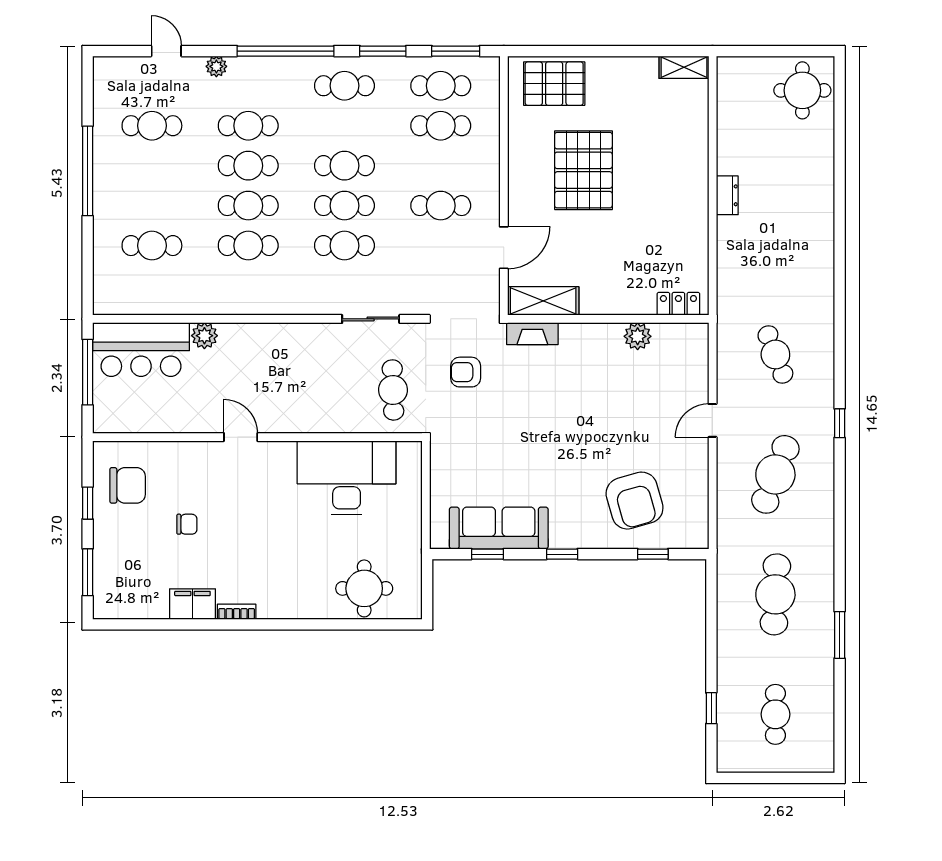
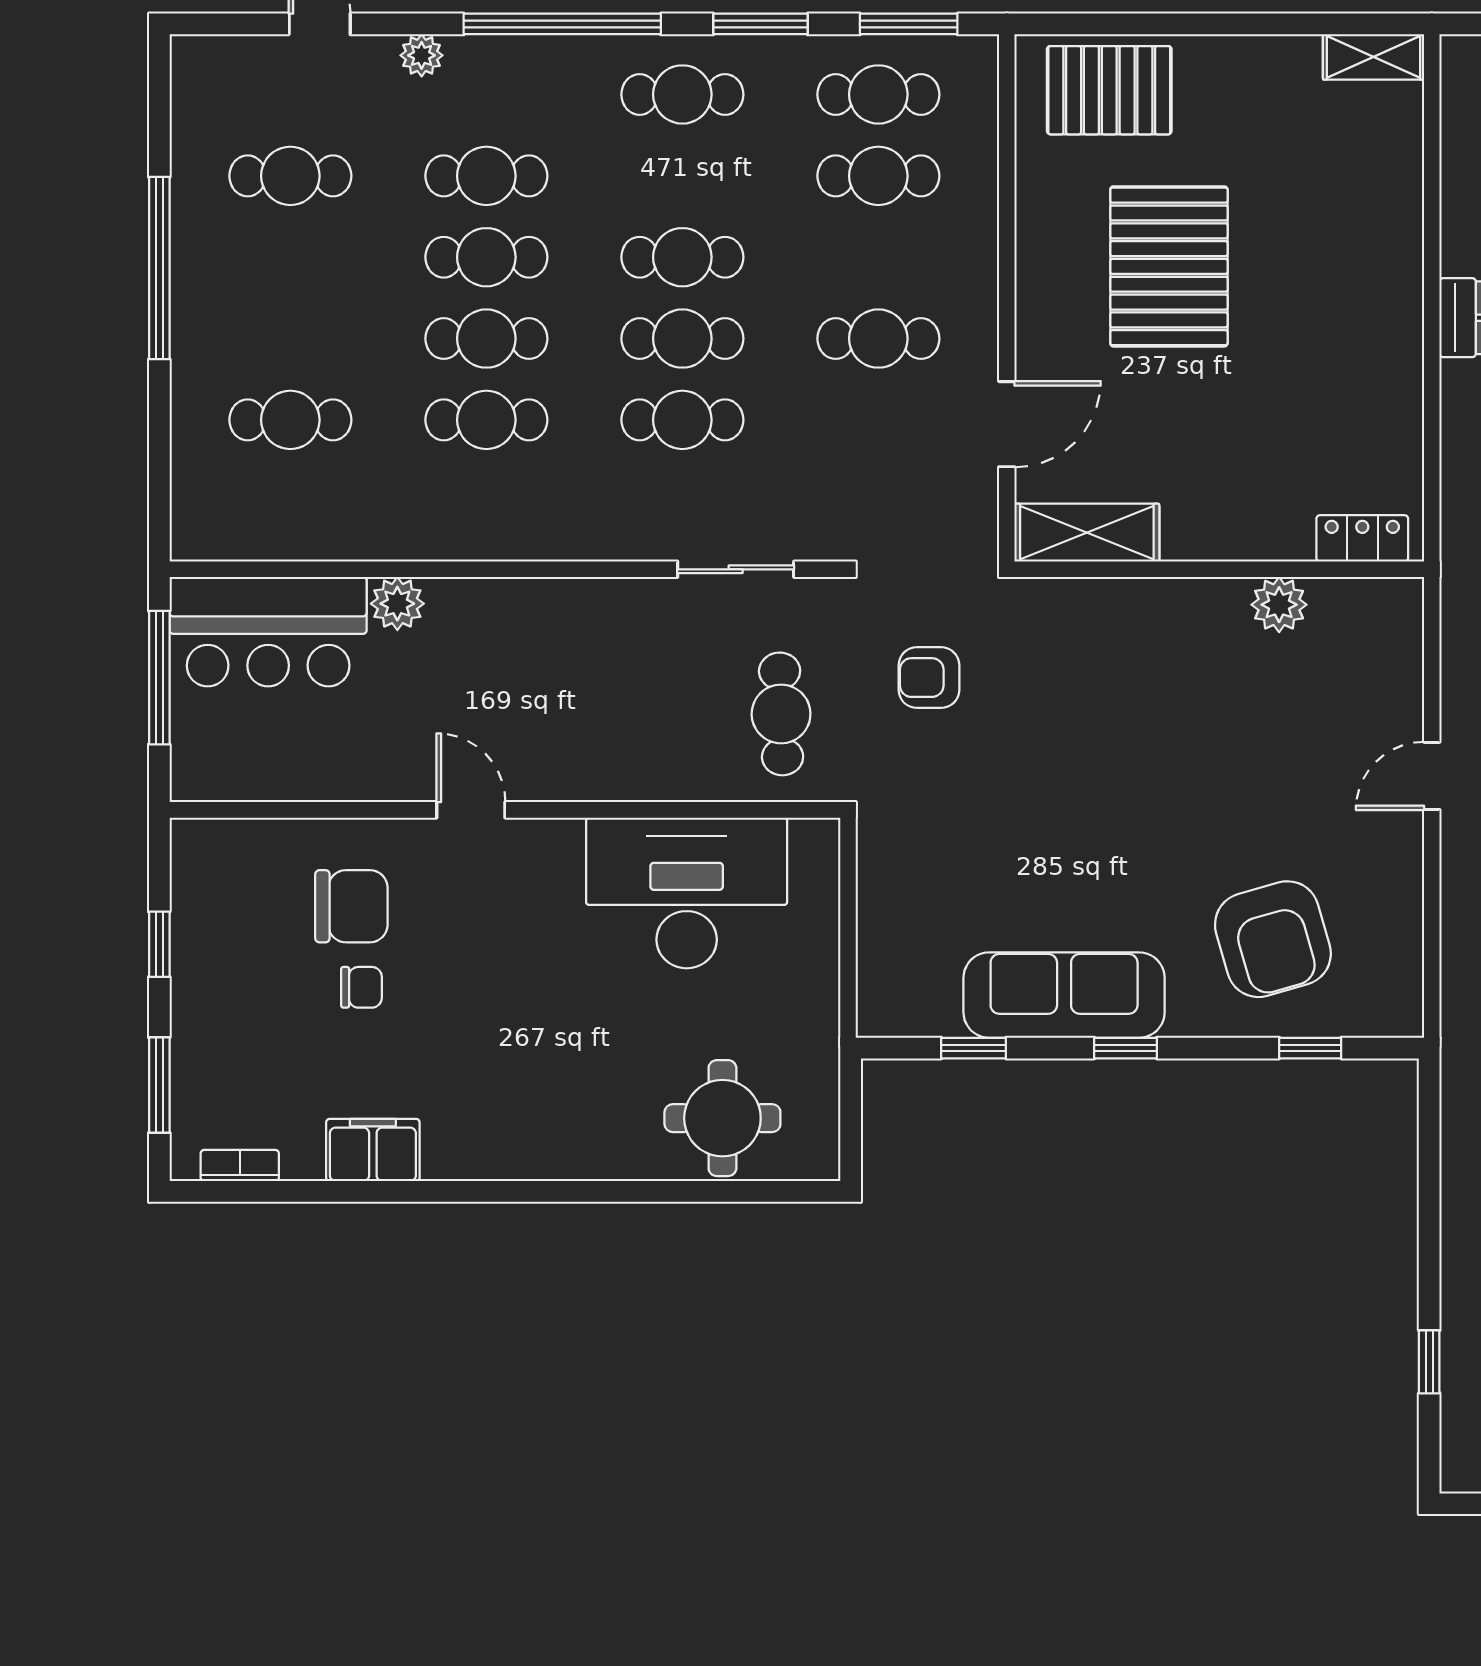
fireplace: (532, 334) -> (1065, 599), removed
chair: (128, 485) -> (351, 906), moved
sofa: (499, 528) -> (1064, 995), moved
bookcase: (237, 612) -> (240, 1166), moved

